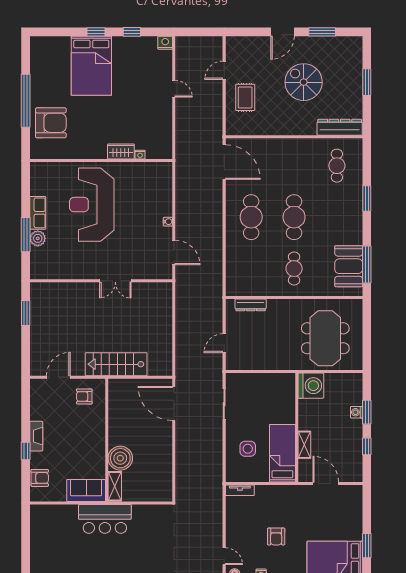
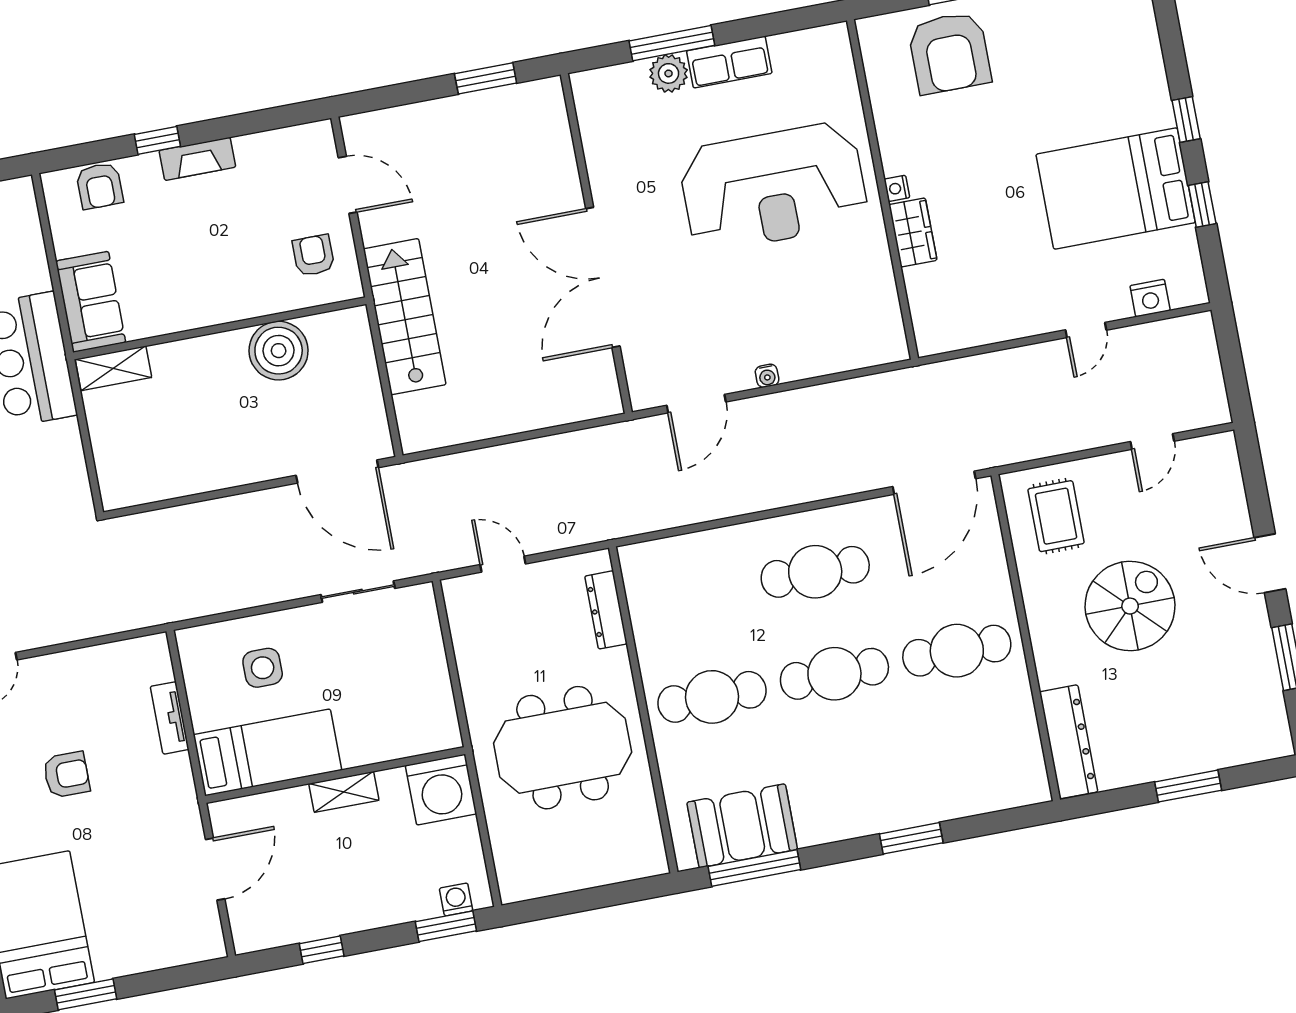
nightstand: (165, 43) -> (1150, 298), moved, turned 90
bed: (91, 66) -> (1116, 188), moved
door: (224, 70) -> (1152, 441), swing flipped
spiral stairs: (304, 82) -> (1130, 606), moved
rug: (245, 97) -> (1056, 516), moved, turned 90
nightstand: (140, 155) -> (897, 188), moved
cafe table: (337, 166) -> (957, 651), moved, width x1.37, depth x1.35
reception desk: (92, 205) -> (773, 187), turned 180
cafe table: (294, 269) -> (712, 697), width x1.37, depth x1.35
double door: (115, 281) -> (603, 277), width x1.87
meeting table: (325, 338) -> (563, 748), moved
door: (174, 403) -> (337, 471), swing flipped
washing machine: (357, 412) -> (456, 899), moved
window: (367, 412) -> (446, 926), moved
shelving: (304, 445) -> (344, 792), moved
boiler: (120, 458) -> (279, 351), moved
tv unit: (240, 490) -> (170, 718), moved
armchair: (276, 537) -> (66, 775), turned 180

